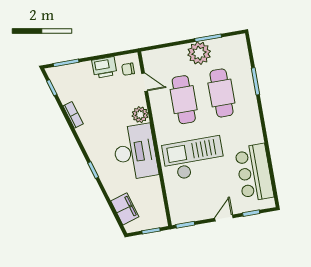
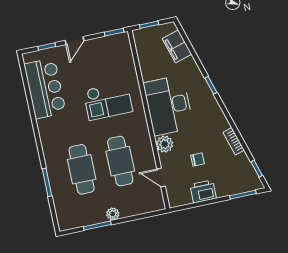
plant: (199, 53) -> (113, 214), width x0.53, depth x0.53
chair: (128, 69) -> (198, 160), moved
checkout: (194, 158) -> (108, 101), width x0.73, depth x0.83

